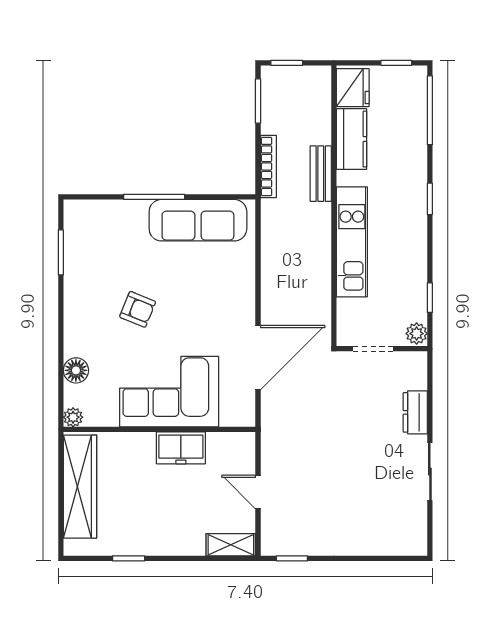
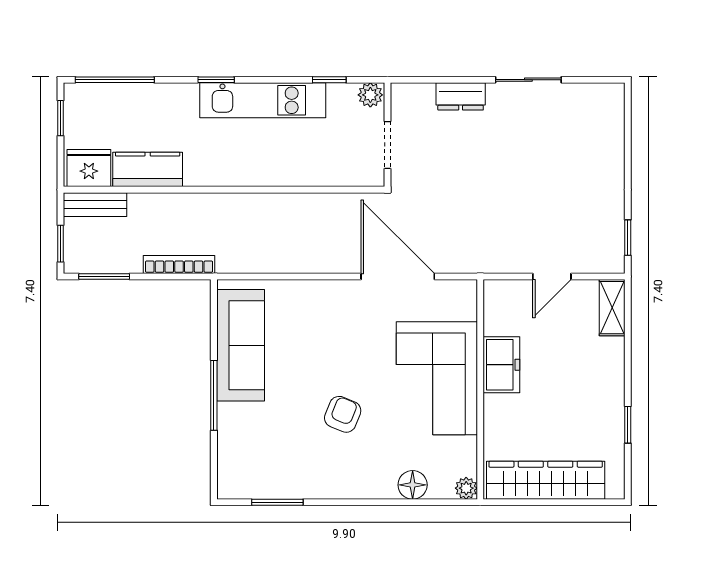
bench: (321, 174) -> (95, 205), moved
kitchen unit: (352, 242) -> (263, 100), moved, turned 180

